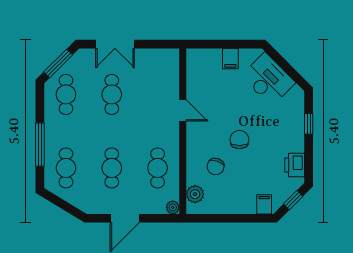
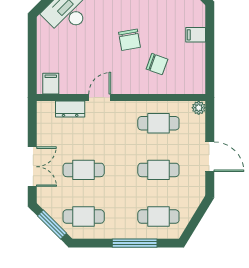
filing cabinet: (230, 59) -> (51, 84), moved, turned -90
dresser: (171, 81) -> (70, 109), added
chair: (239, 140) -> (130, 40), turned -100
plant: (195, 194) -> (185, 85), removed
filing cabinet: (264, 204) -> (196, 35), moved

